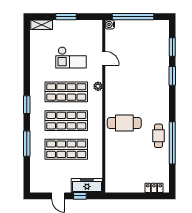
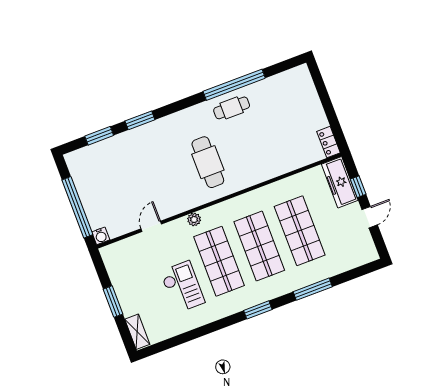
checkout: (71, 57) -> (182, 287), moved
cafe table: (124, 123) -> (208, 162), moved
locker: (154, 188) -> (328, 142), moved

